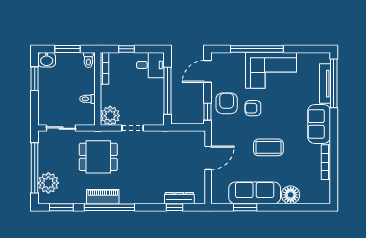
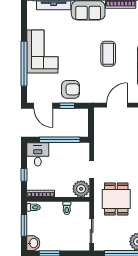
armchair: (227, 103) -> (70, 89), turned 180
armchair: (253, 108) -> (75, 67), removed
window: (207, 112) -> (67, 106), moved
door: (208, 158) -> (117, 105), hinge flipped

